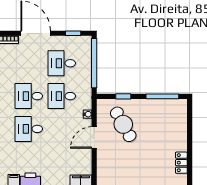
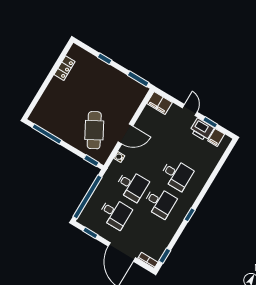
window: (123, 96) -> (91, 161), moved

